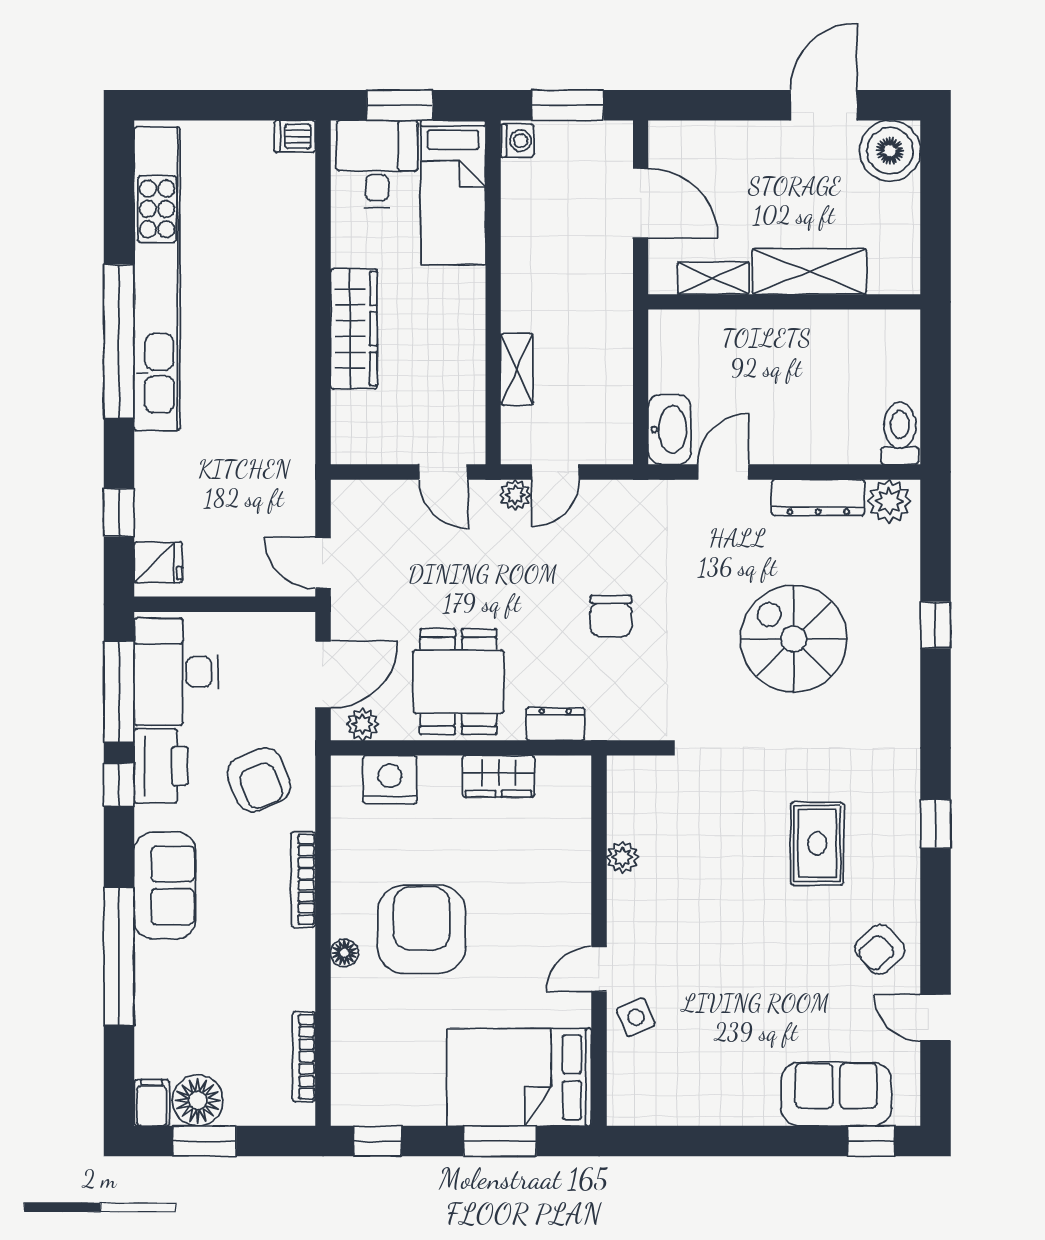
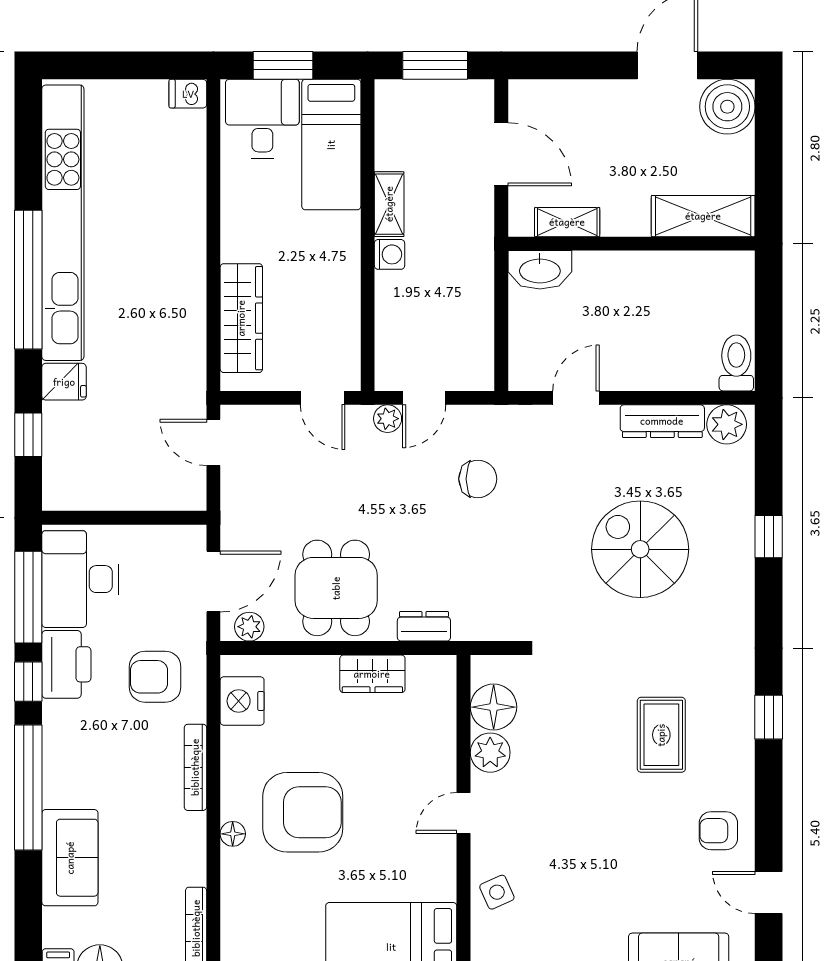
washing machine: (517, 141) -> (390, 254), moved
shelving: (809, 271) -> (703, 216), moved
wardrobe: (354, 329) -> (241, 318), moved
shelving: (517, 369) -> (389, 204), moved
washbasin: (670, 429) -> (540, 270), moved, turned 90
fridge: (158, 562) -> (64, 382), moved
door: (323, 563) -> (213, 442), moved
chair: (611, 616) -> (478, 479), moved, turned -90
armchair: (259, 780) -> (155, 677), turned 112
nightstand: (390, 780) -> (242, 701), moved, turned -90
floor lamp: (632, 813) -> (494, 707), added
plant: (622, 857) -> (490, 753), width x1.38, depth x1.38
sofa: (165, 885) -> (70, 858), moved
armchair: (422, 929) -> (303, 812), turned 90
armchair: (880, 949) -> (718, 831), turned 42
window: (119, 957) -> (28, 788), moved
door: (599, 969) -> (464, 813), moved

